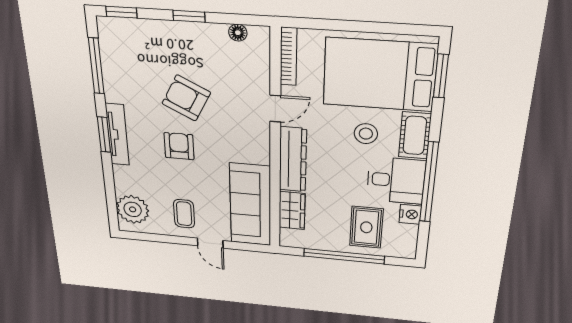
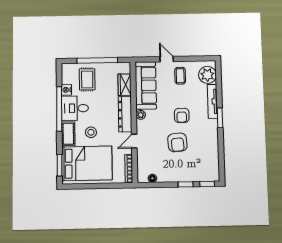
window: (189, 16) -> (186, 184), moved
window: (96, 66) -> (221, 155), removed
armchair: (186, 98) -> (177, 142), turned 58
tv unit: (117, 135) -> (212, 101), moved
plant: (261, 155) -> (141, 115), added

